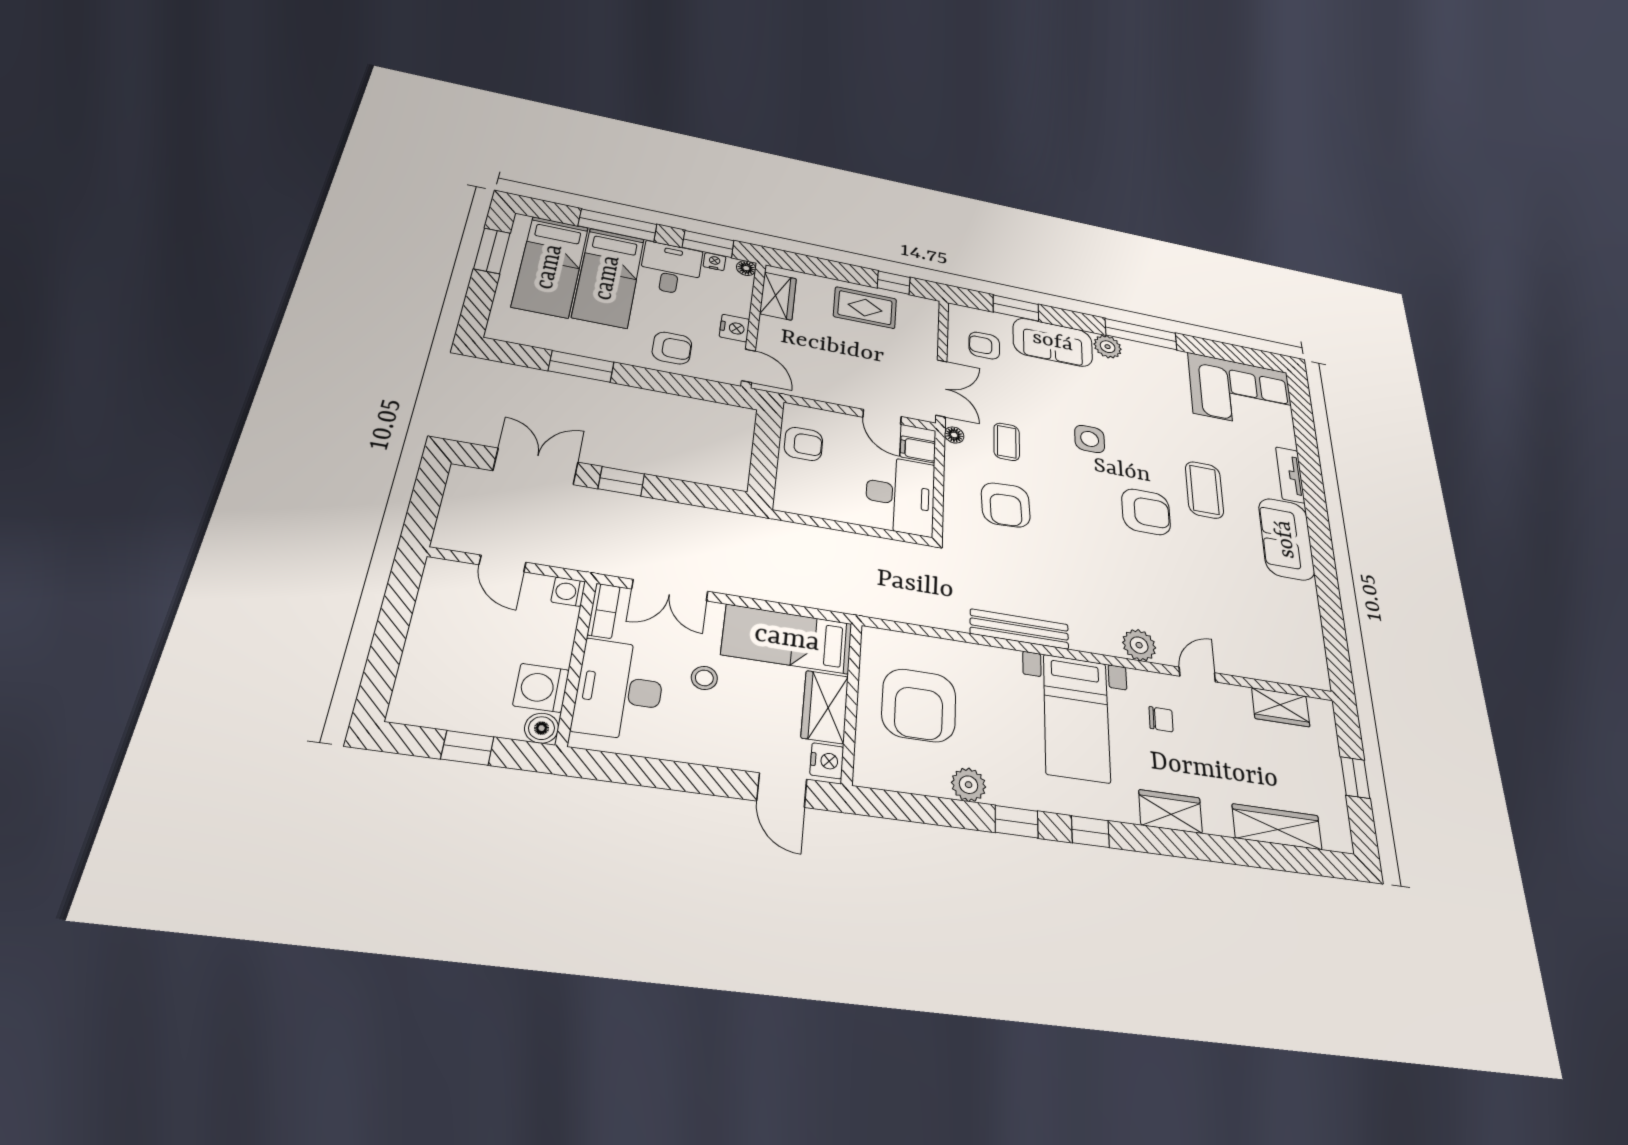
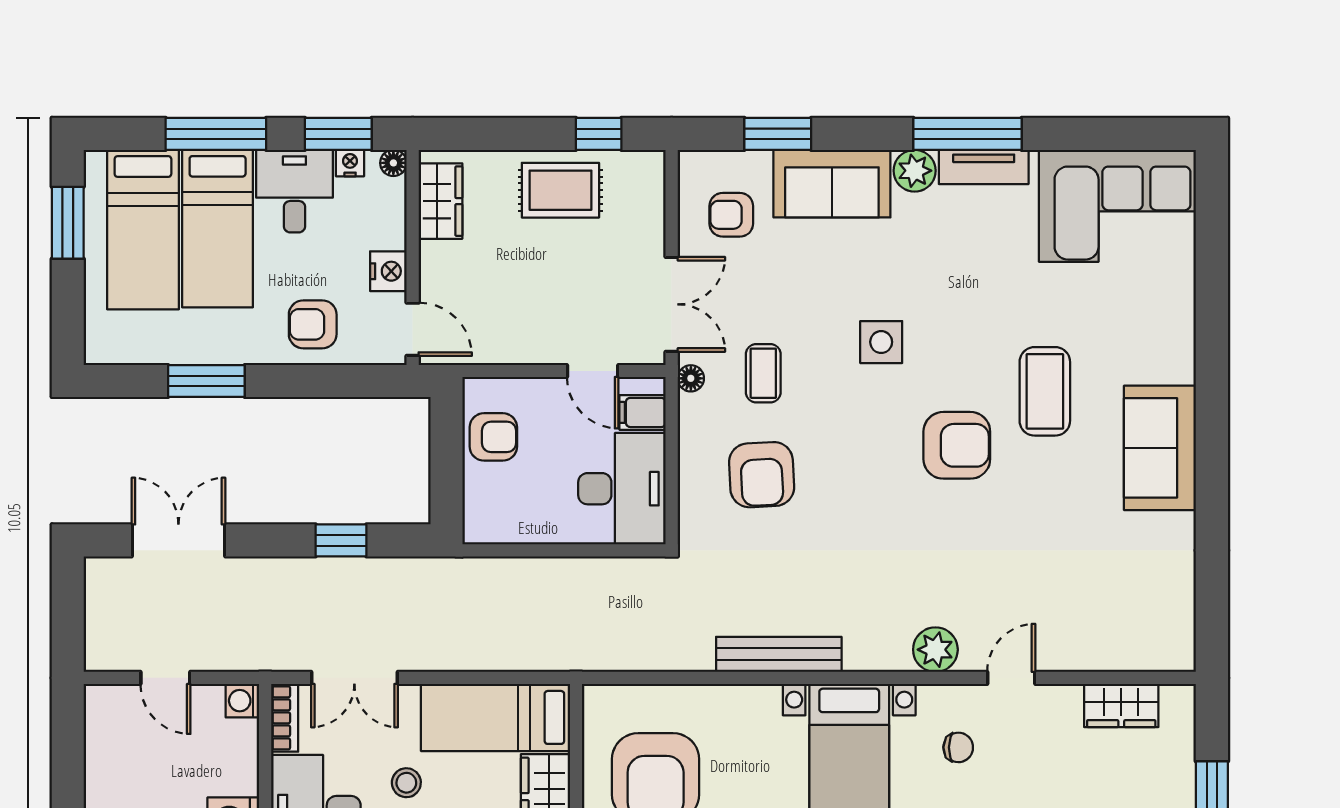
armchair: (672, 348) -> (313, 324), turned 180
tv unit: (1290, 475) -> (984, 167), moved, turned -90
window: (621, 481) -> (341, 540), moved

